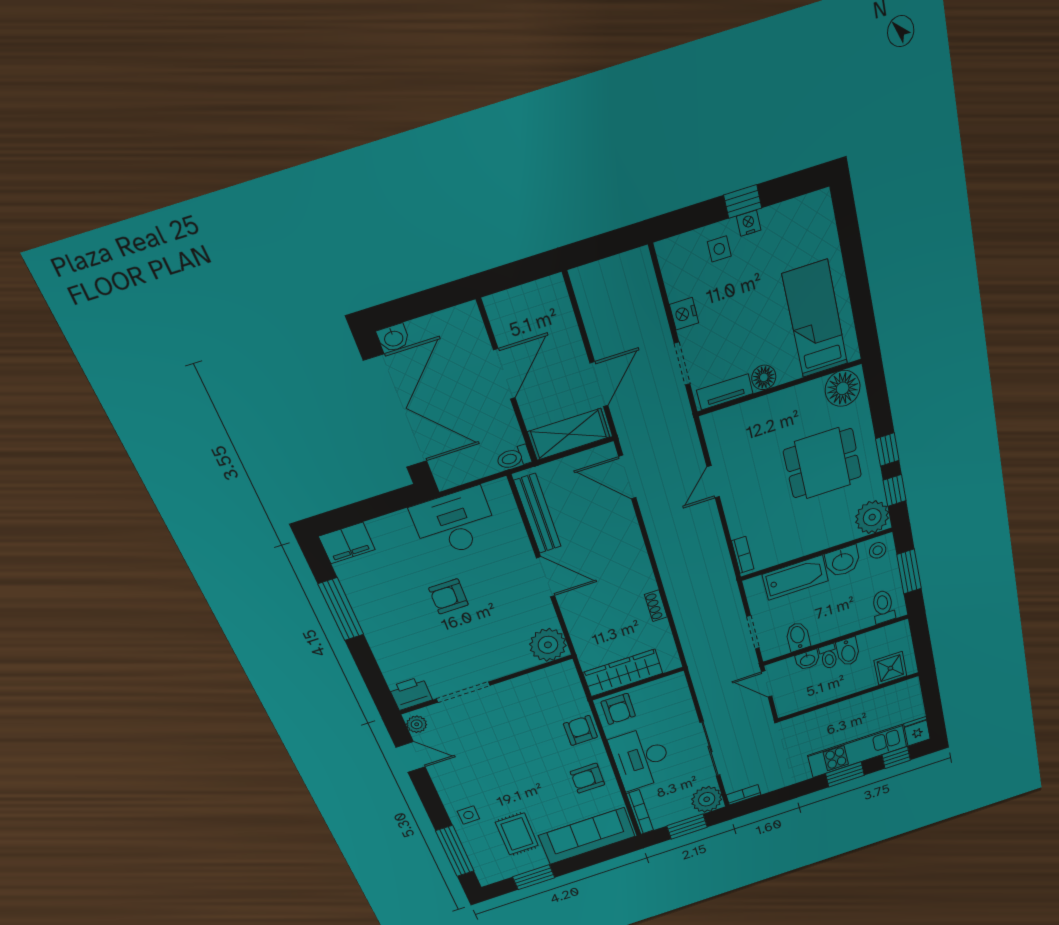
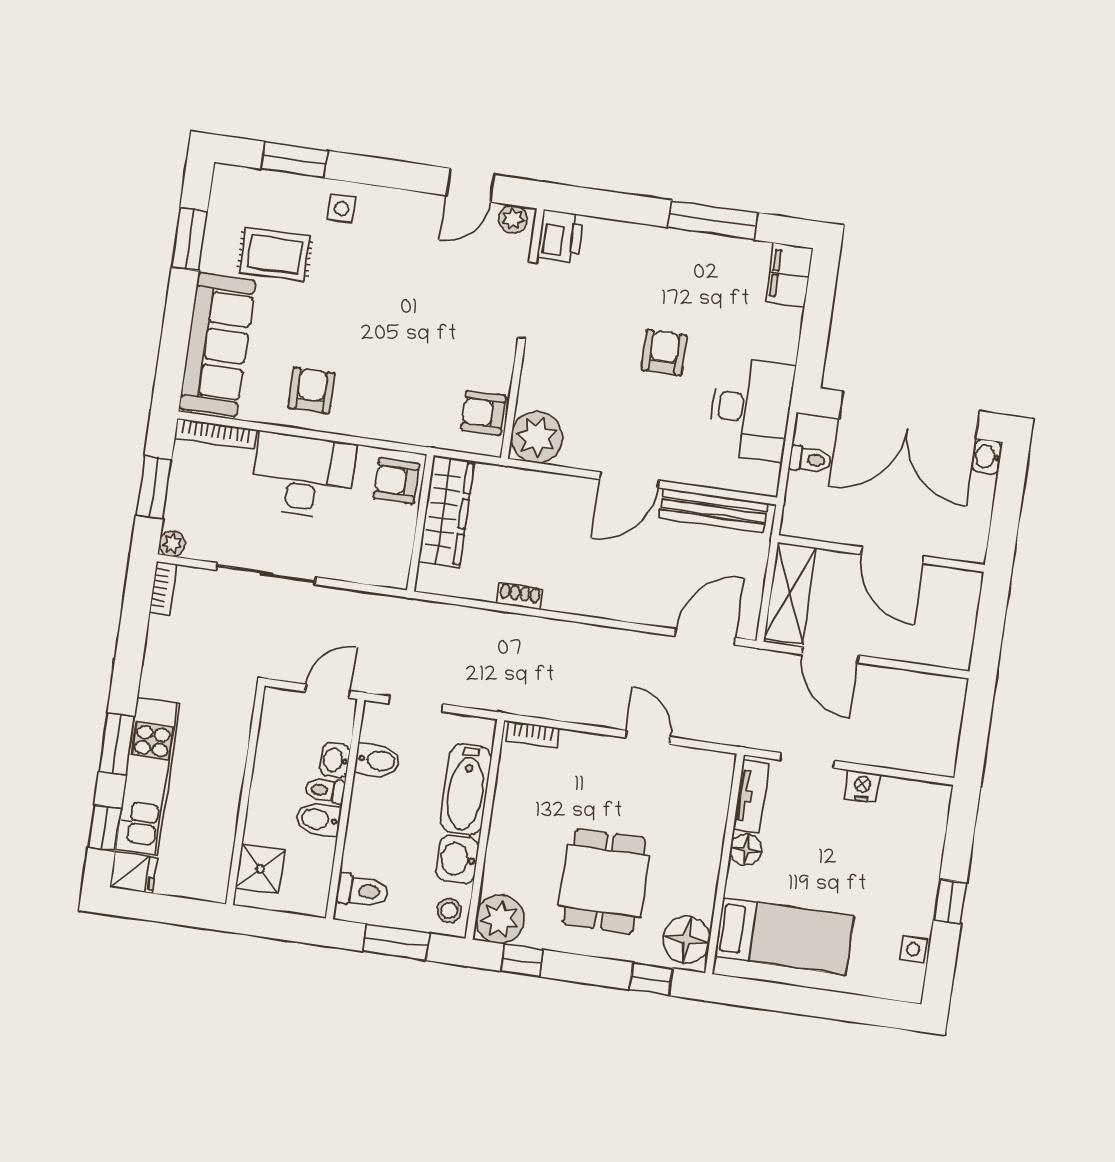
nightstand: (749, 223) -> (925, 899), removed
side table: (719, 249) -> (913, 949), moved
window: (887, 450) -> (651, 979), moved
toilet: (514, 458) -> (810, 459), moved, turned 90
armchair: (580, 730) -> (483, 413), moved, turned 180
plant: (707, 799) -> (172, 544), width x0.53, depth x0.53
window: (455, 851) -> (294, 160), width x0.69

